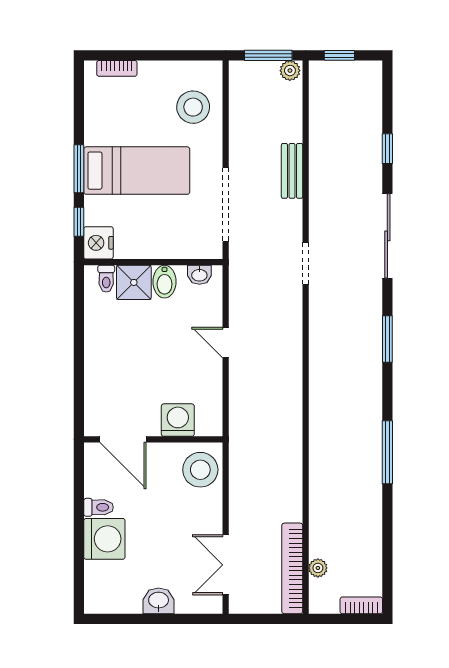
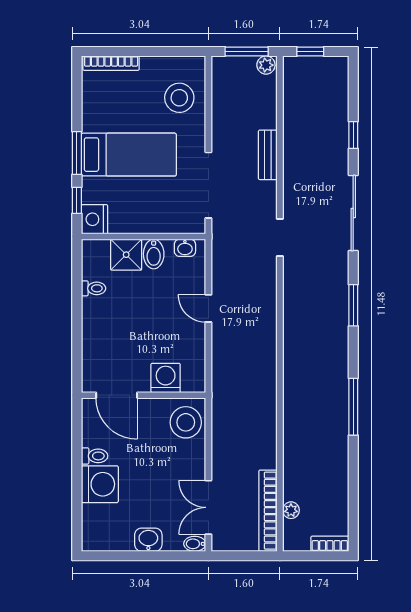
bookcase: (117, 68) -> (111, 63), width x1.56
toilet: (106, 279) -> (94, 288), moved, turned -90
bidet: (210, 605) -> (195, 544), added

